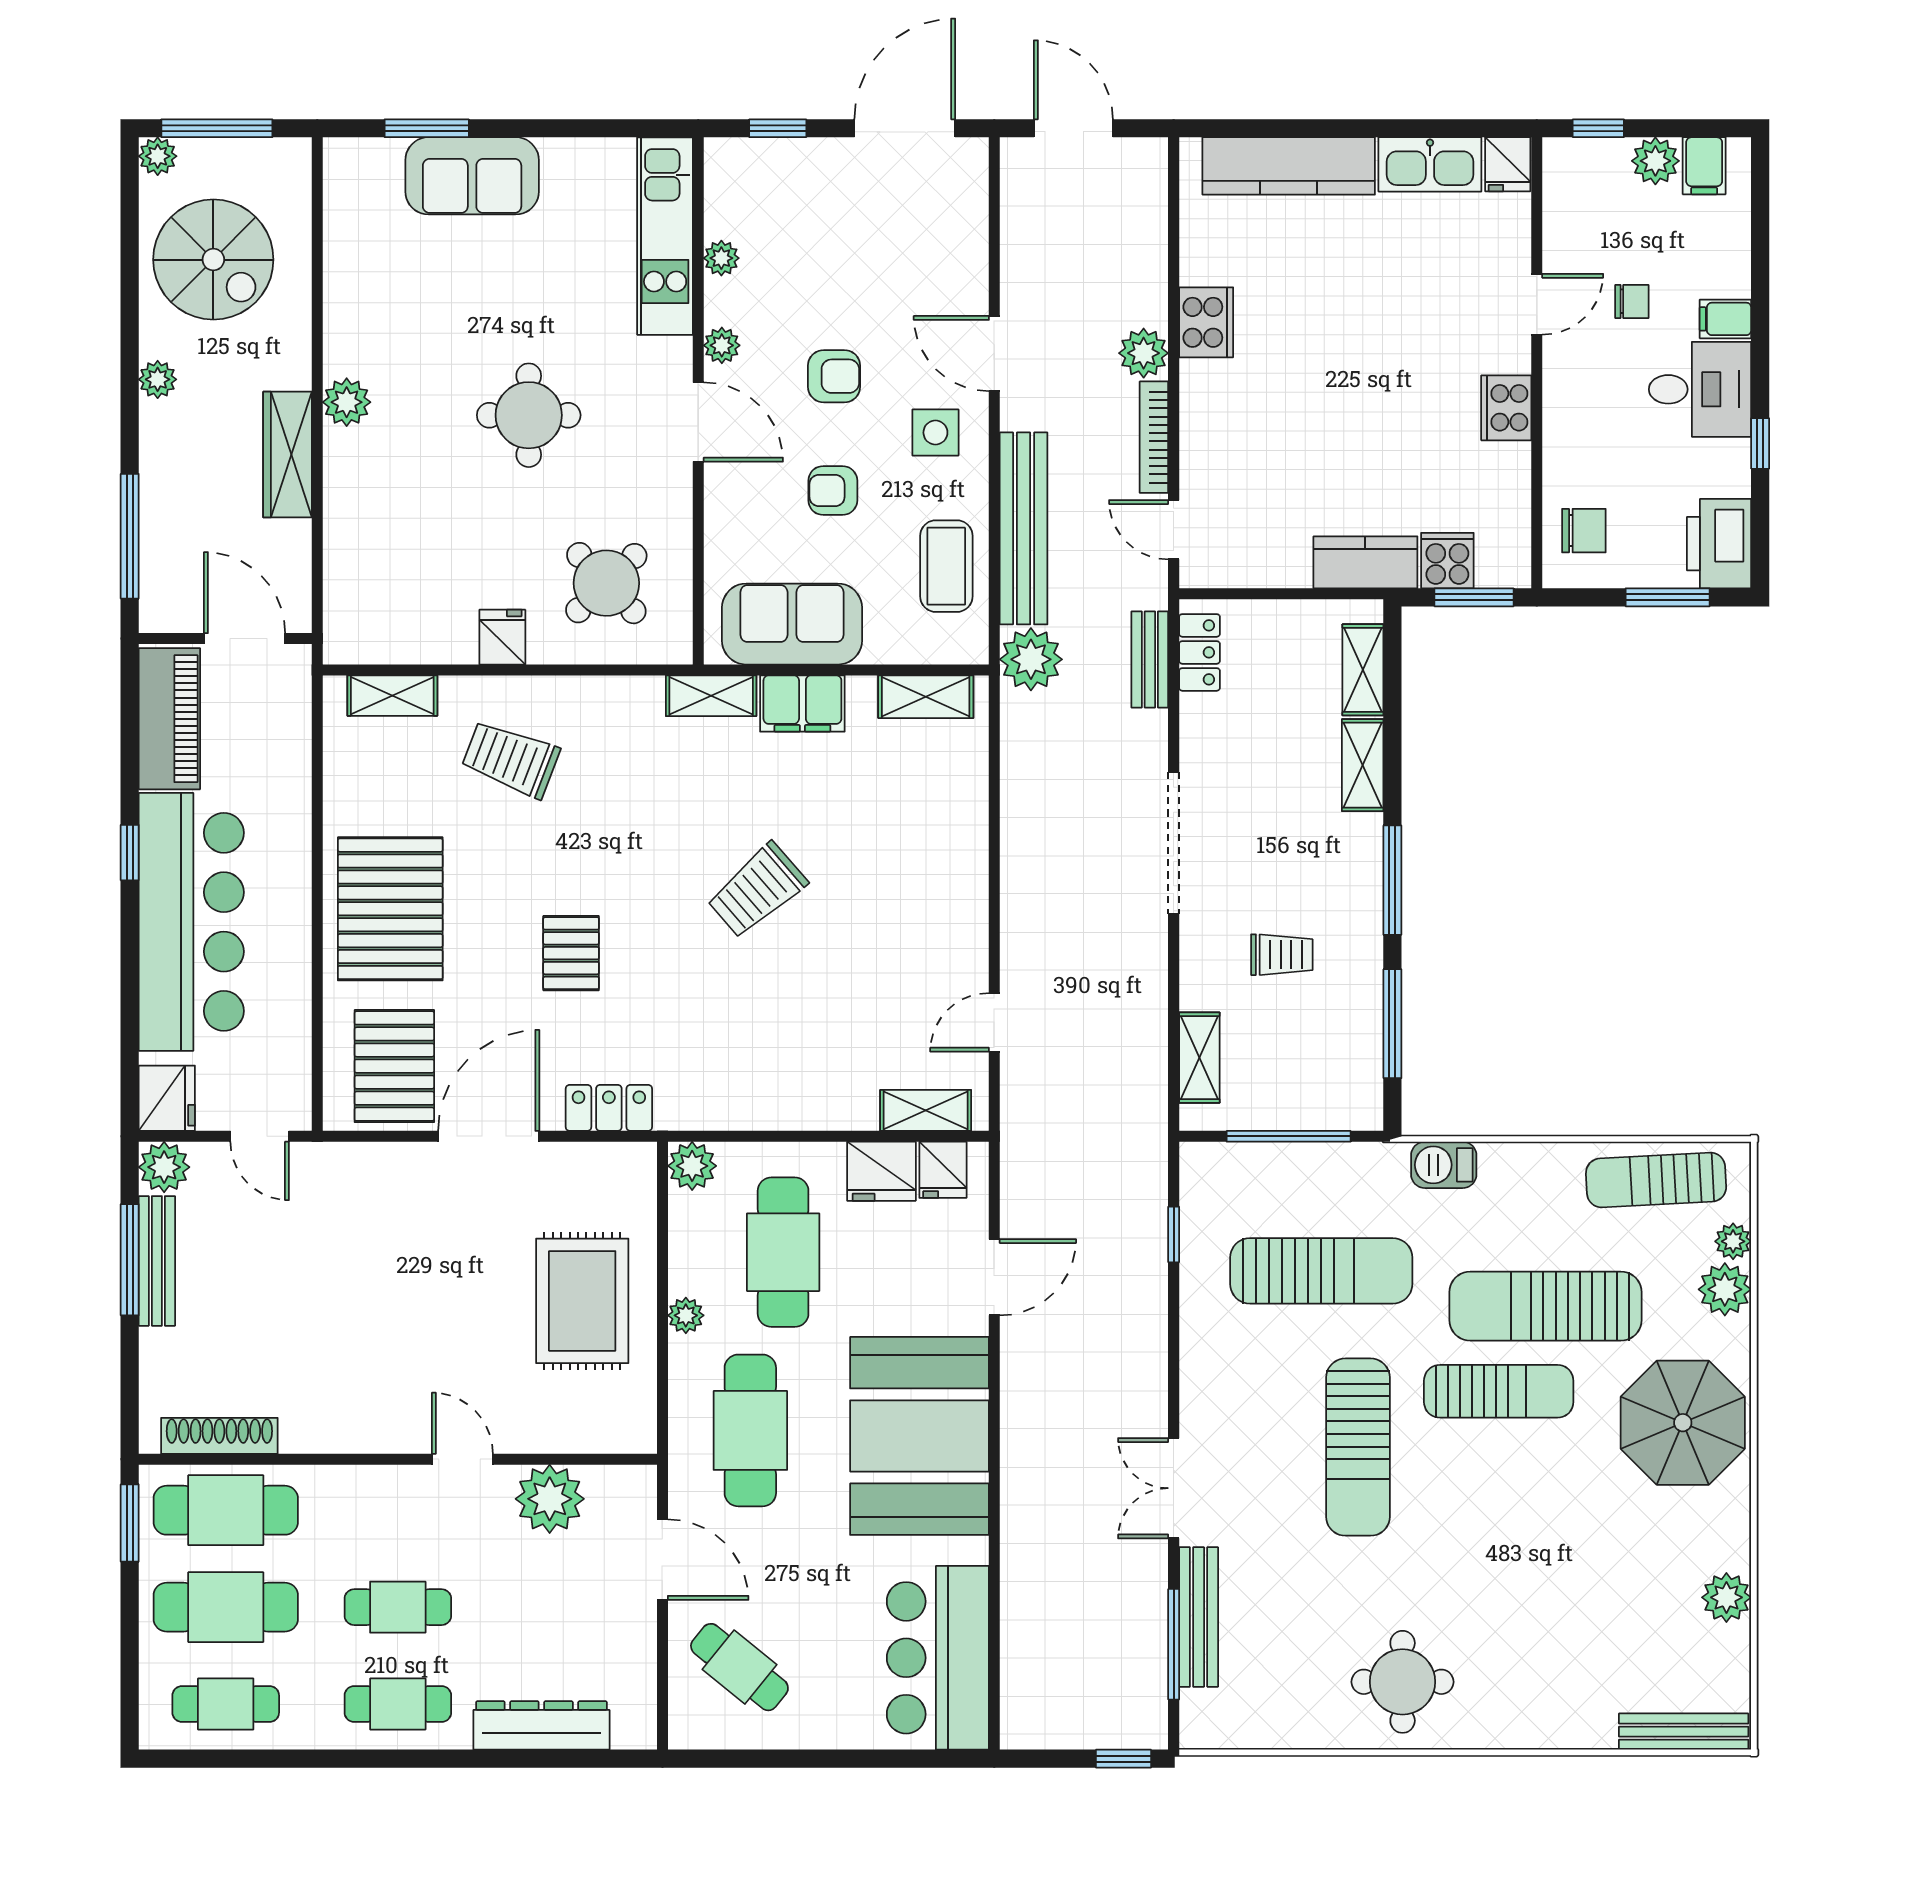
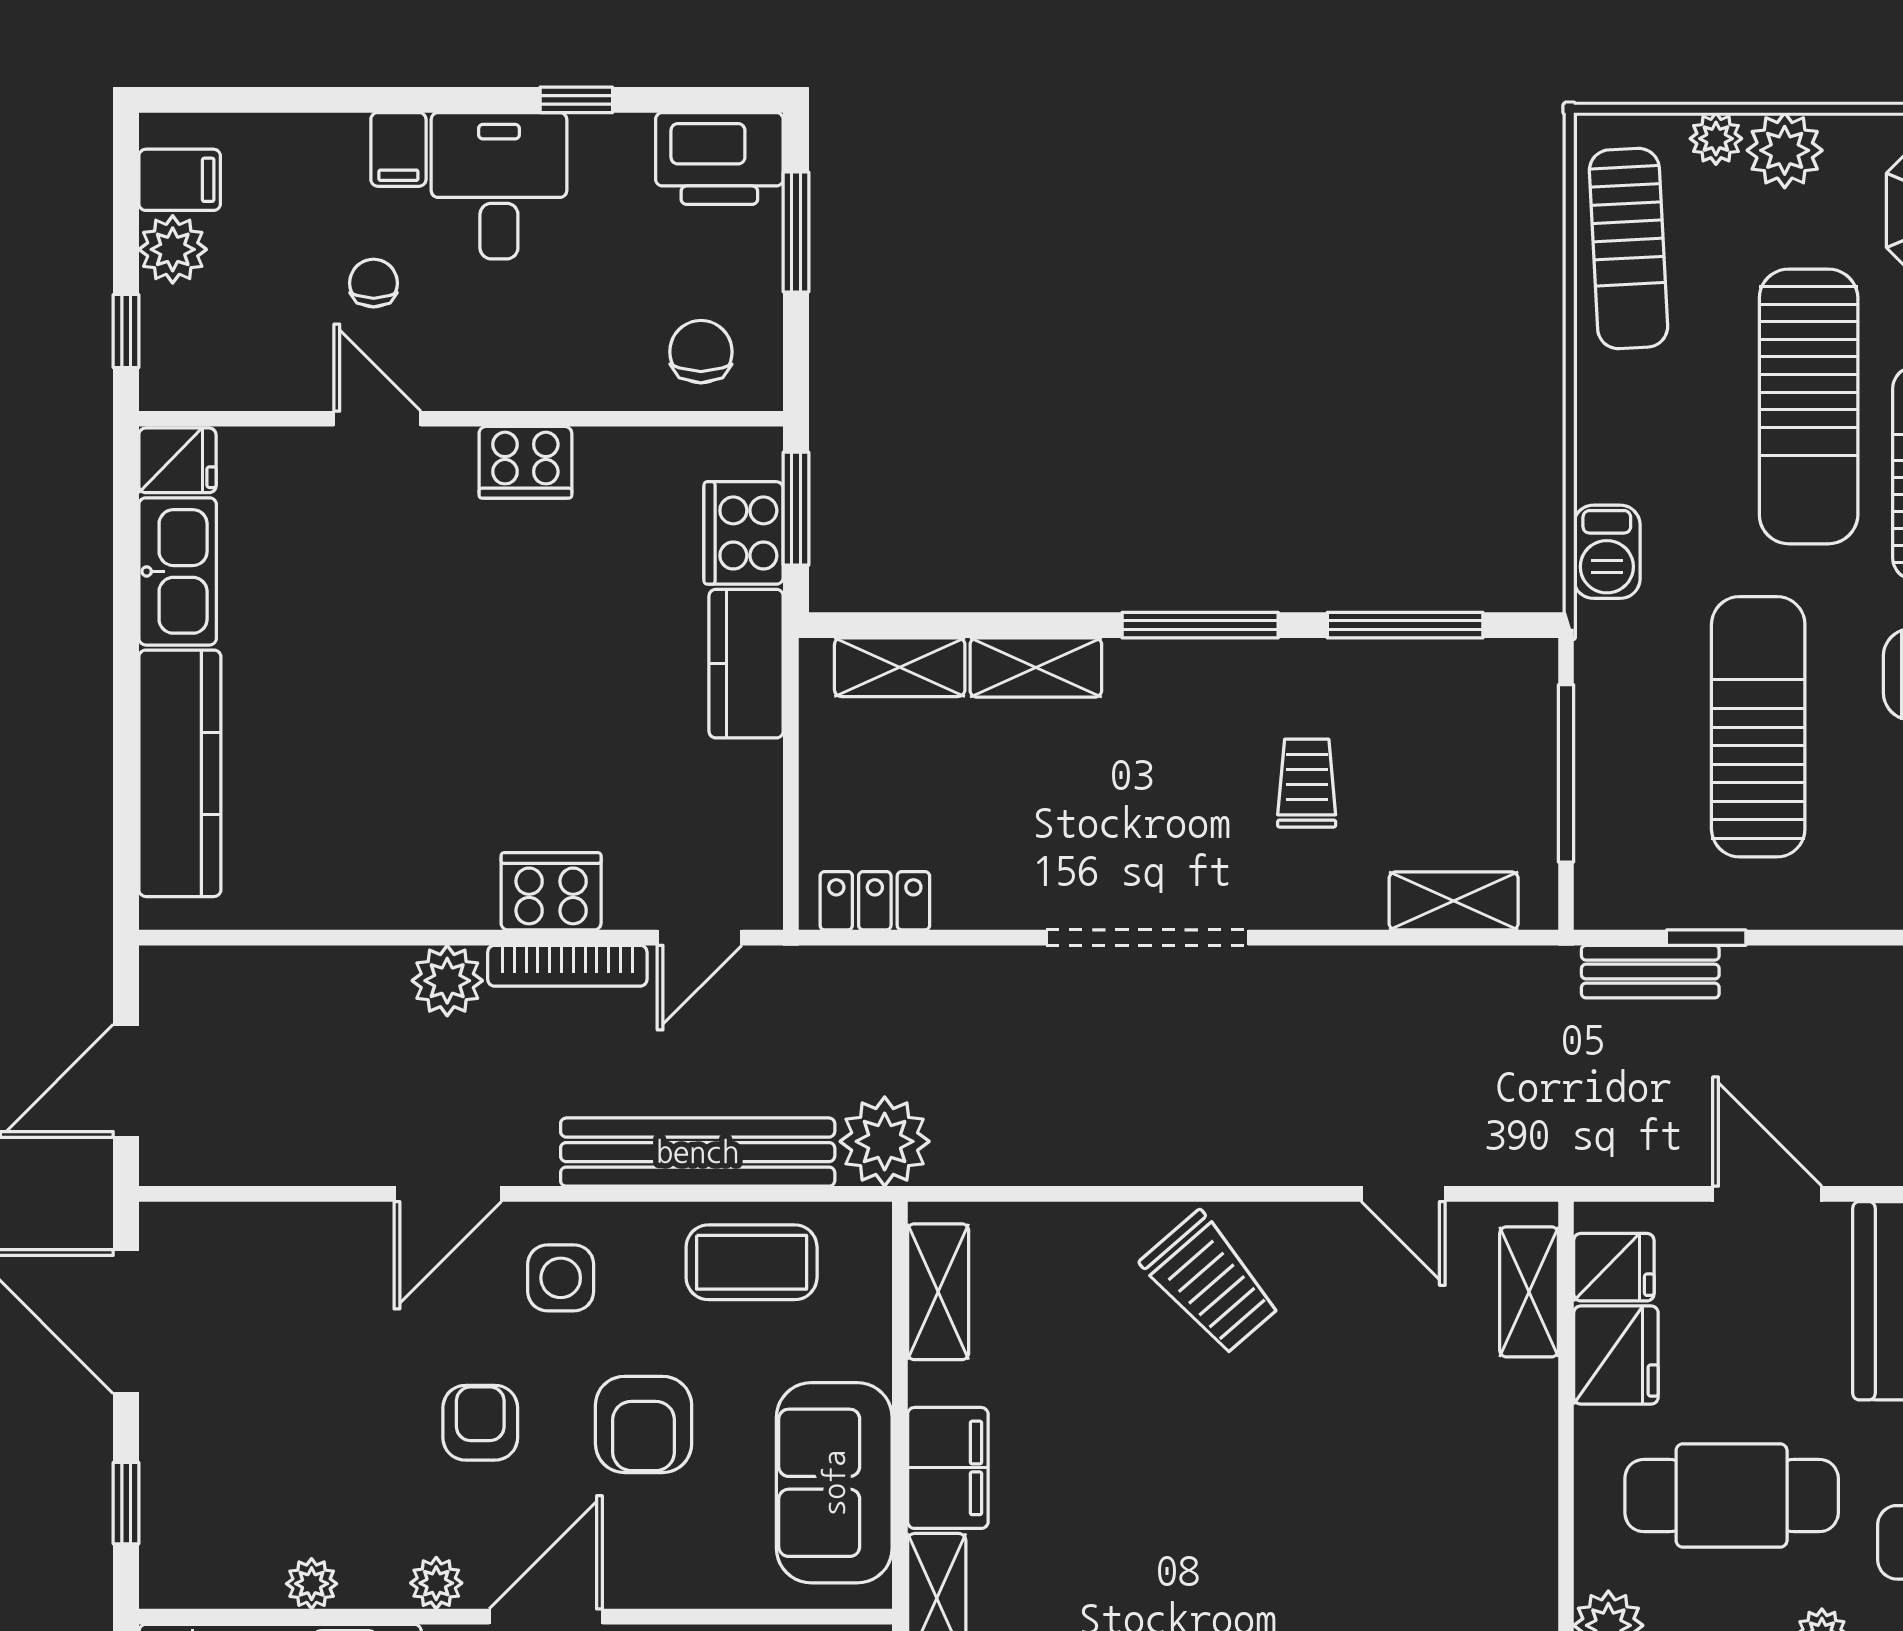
cooker: (1206, 322) -> (551, 891), moved
armchair: (833, 491) -> (644, 1424), width x1.38, depth x1.38
cooker: (1447, 561) -> (744, 533), width x1.36
bench: (1150, 660) -> (1650, 972), moved
trolley: (757, 890) -> (1211, 1283), moved

